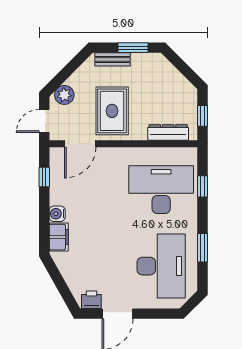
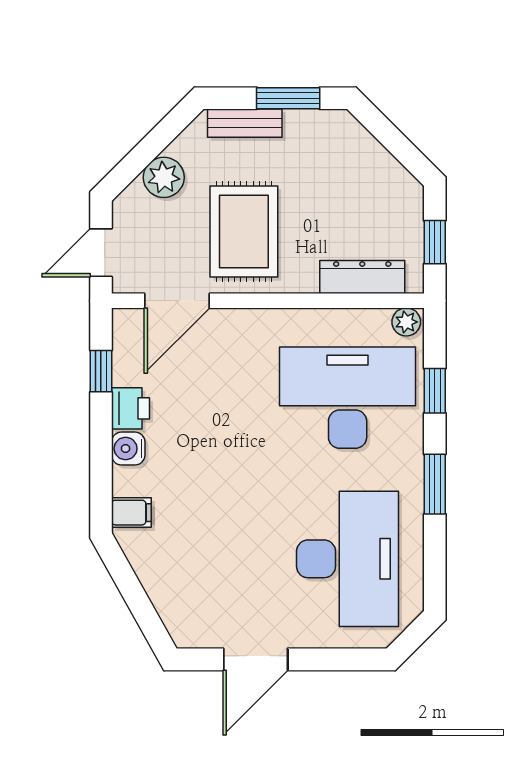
plant: (64, 95) -> (164, 177), moved
plant: (189, 154) -> (406, 322), added
filing cabinet: (59, 237) -> (131, 513), width x0.50
window: (202, 248) -> (435, 484), moved
printer: (91, 300) -> (130, 408), moved, turned 90

